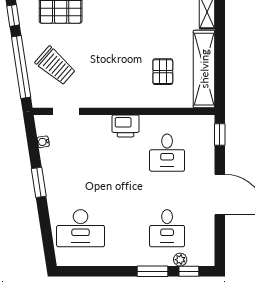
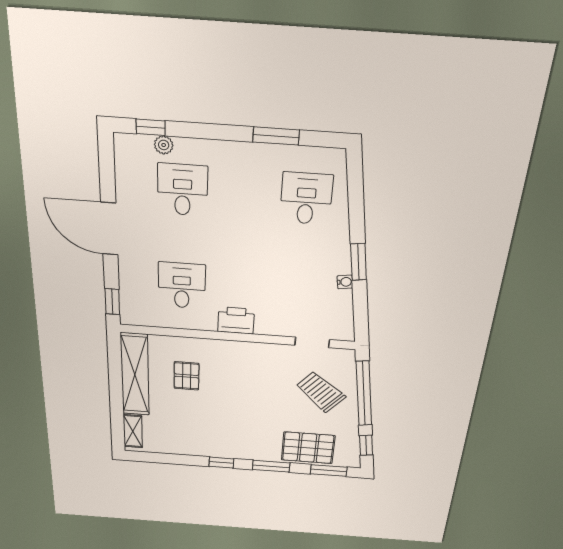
water cooler: (43, 142) -> (345, 282), moved
desk: (81, 228) -> (306, 199), width x0.73
window: (152, 271) -> (276, 136), moved

